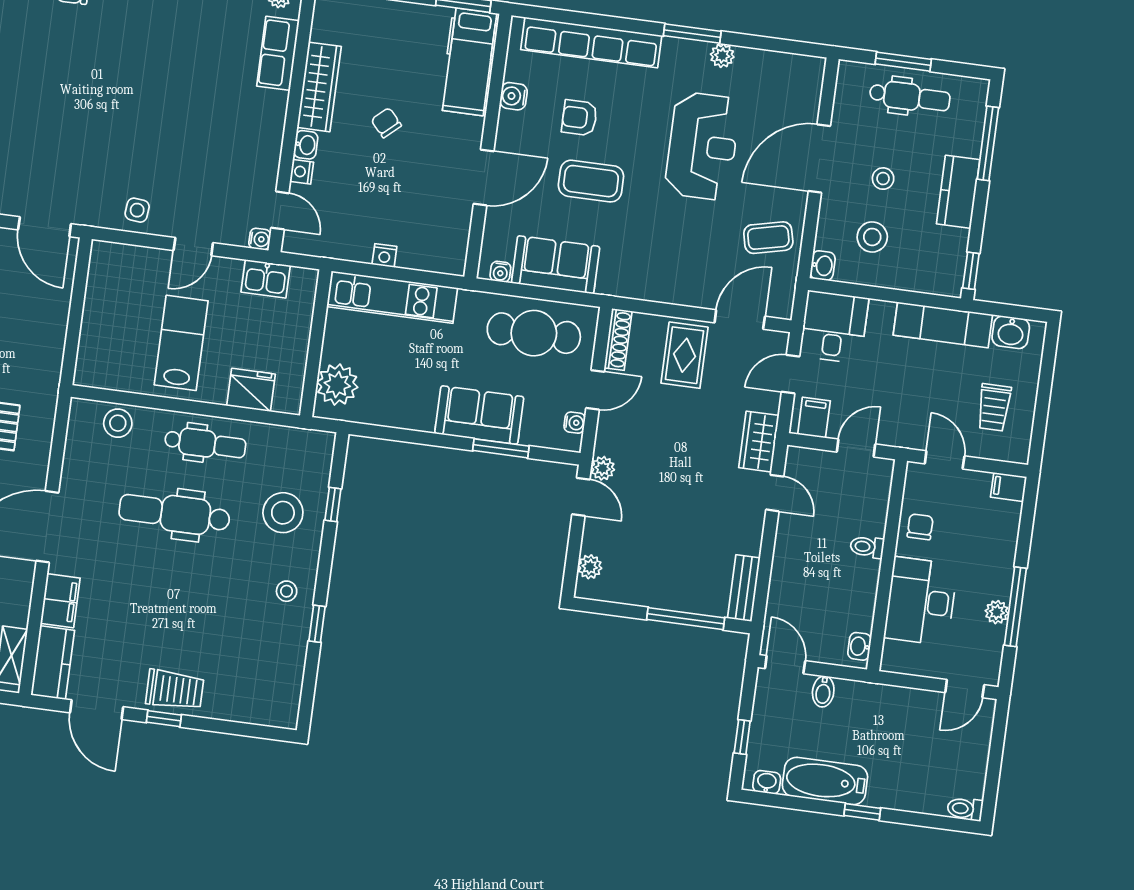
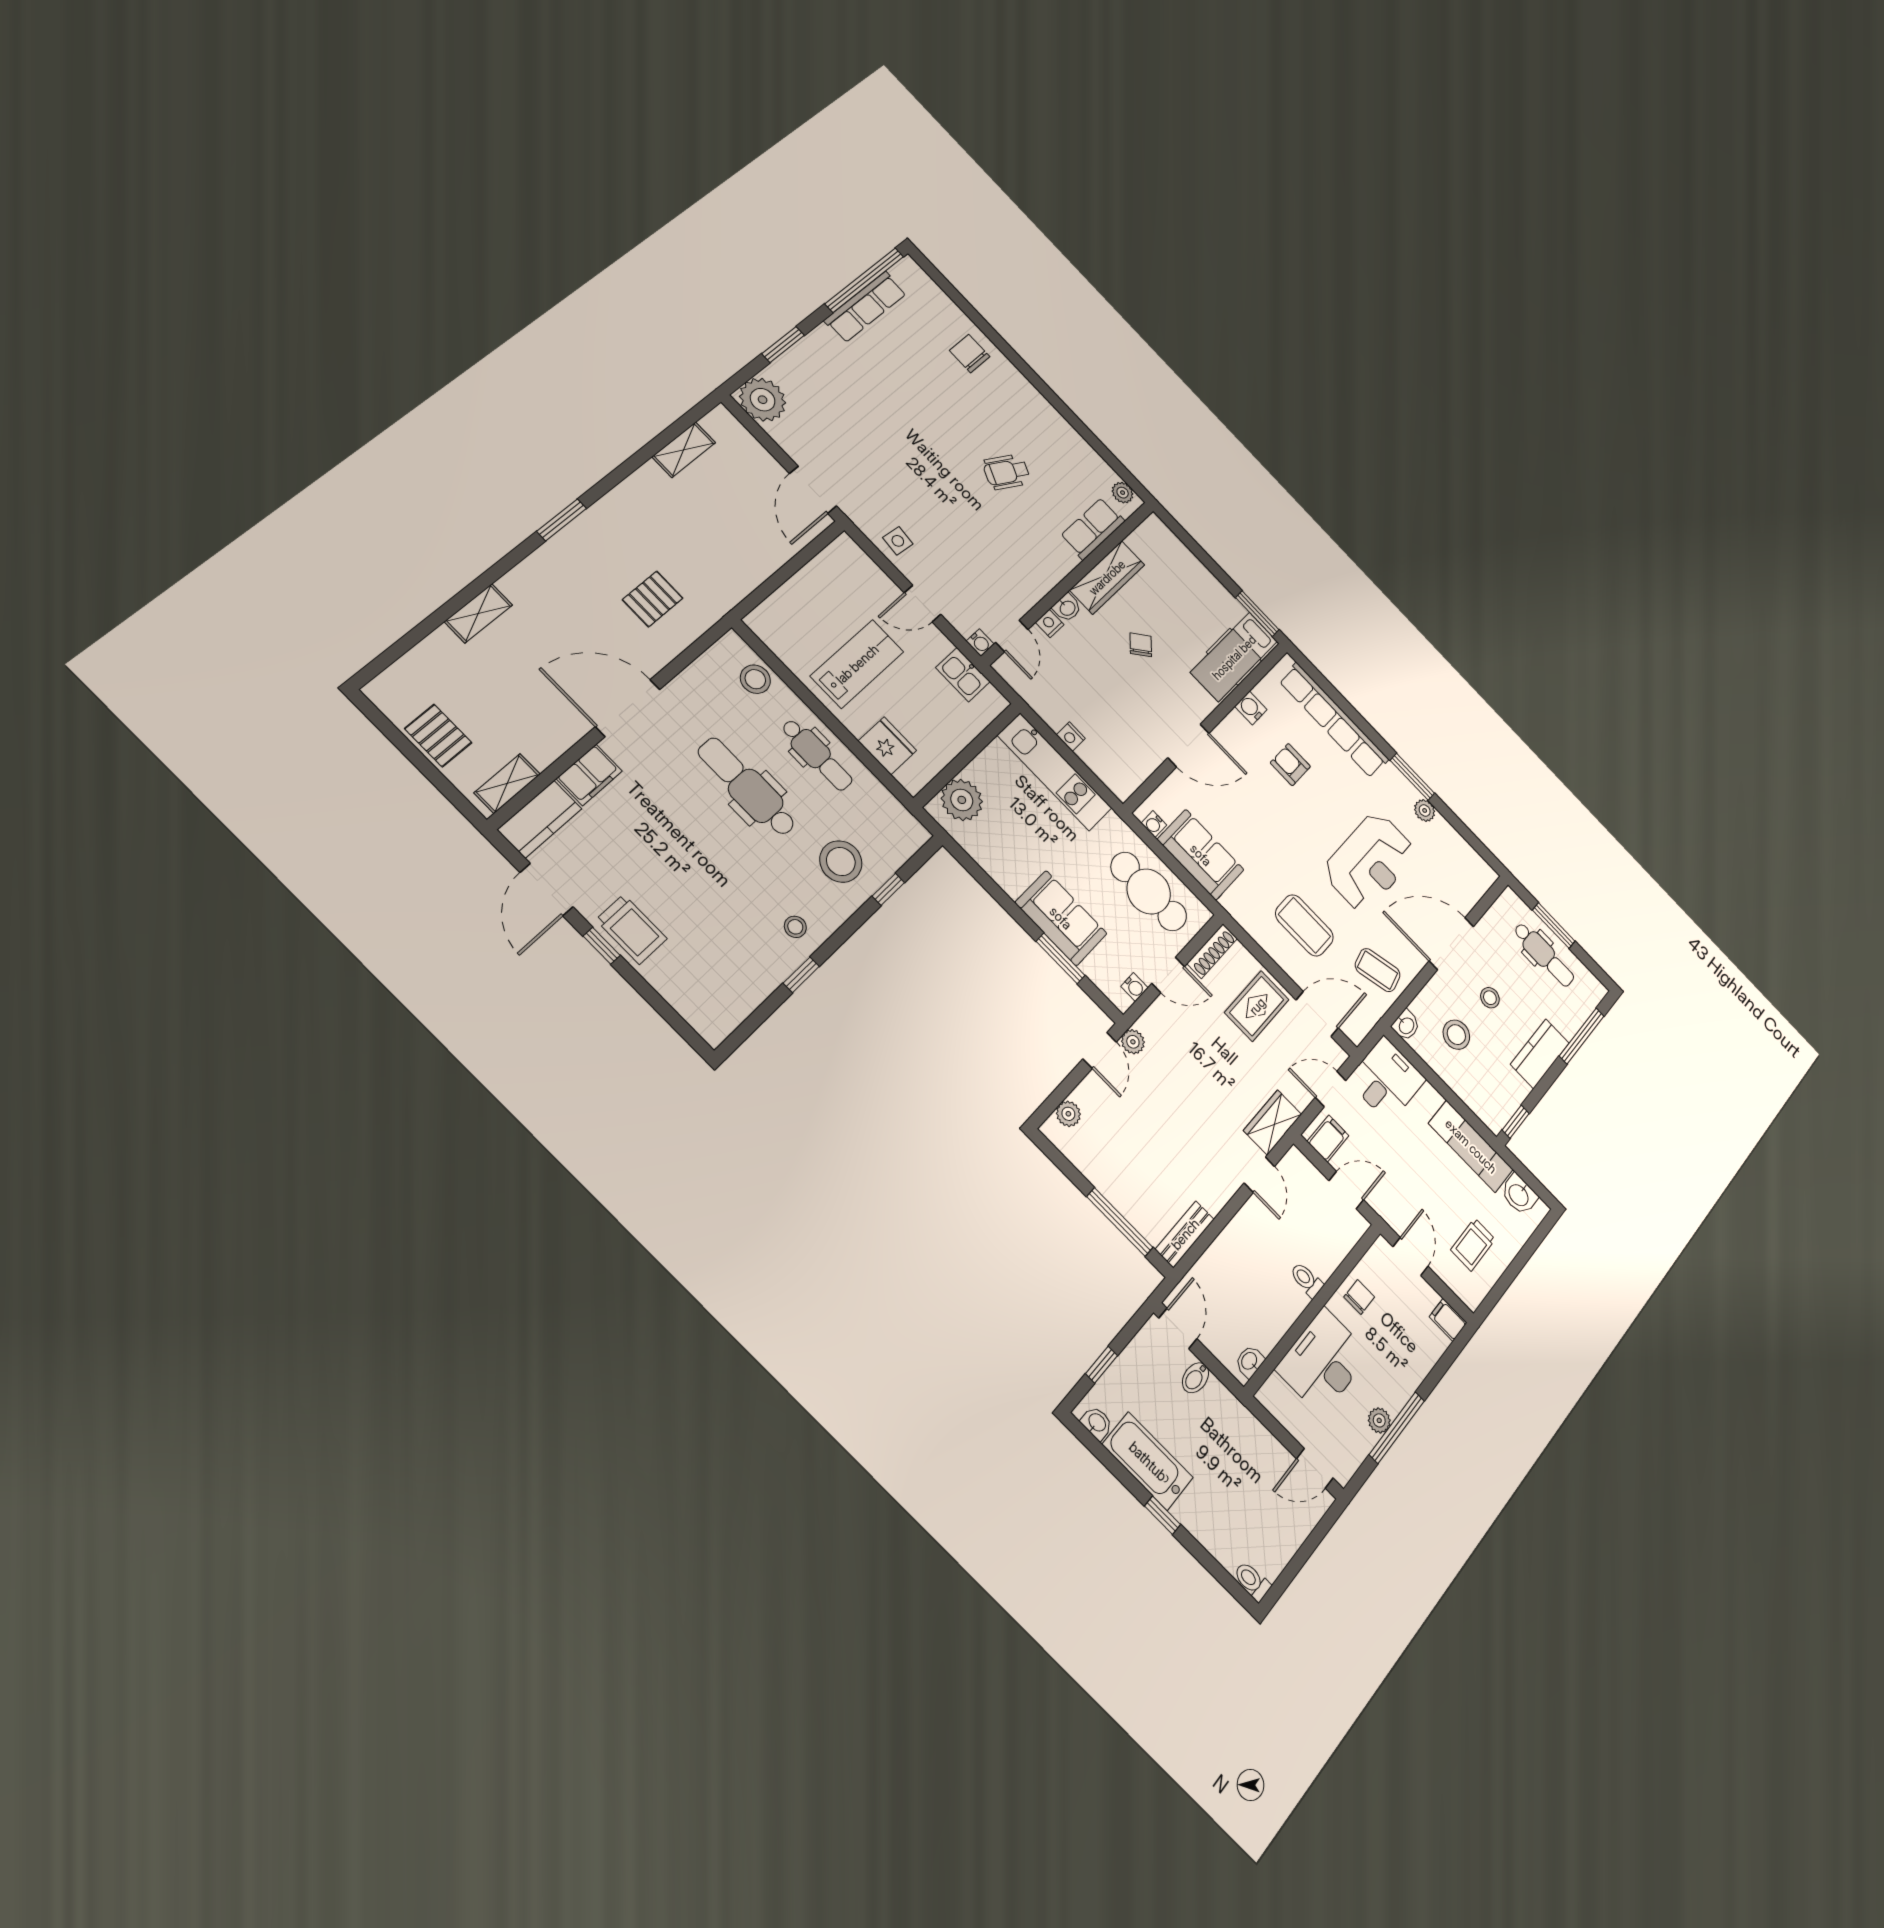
wheelchair: (176, 68) -> (1007, 472), added
coffee table: (591, 181) -> (1304, 925), moved

